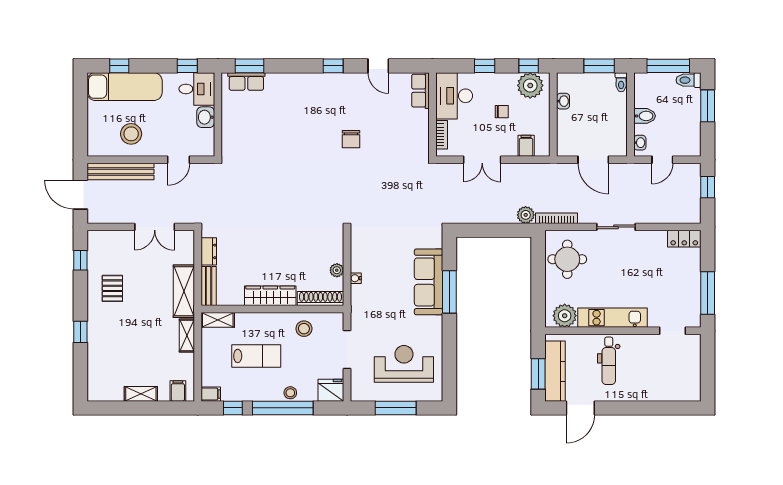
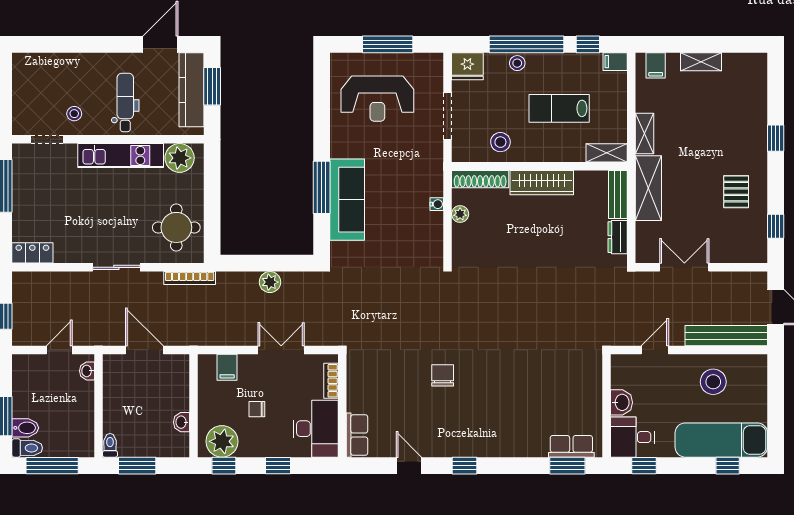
bidet: (645, 116) -> (25, 428), moved, turned 180
plant: (526, 215) -> (270, 282), moved
stool: (650, 352) -> (74, 114), added

